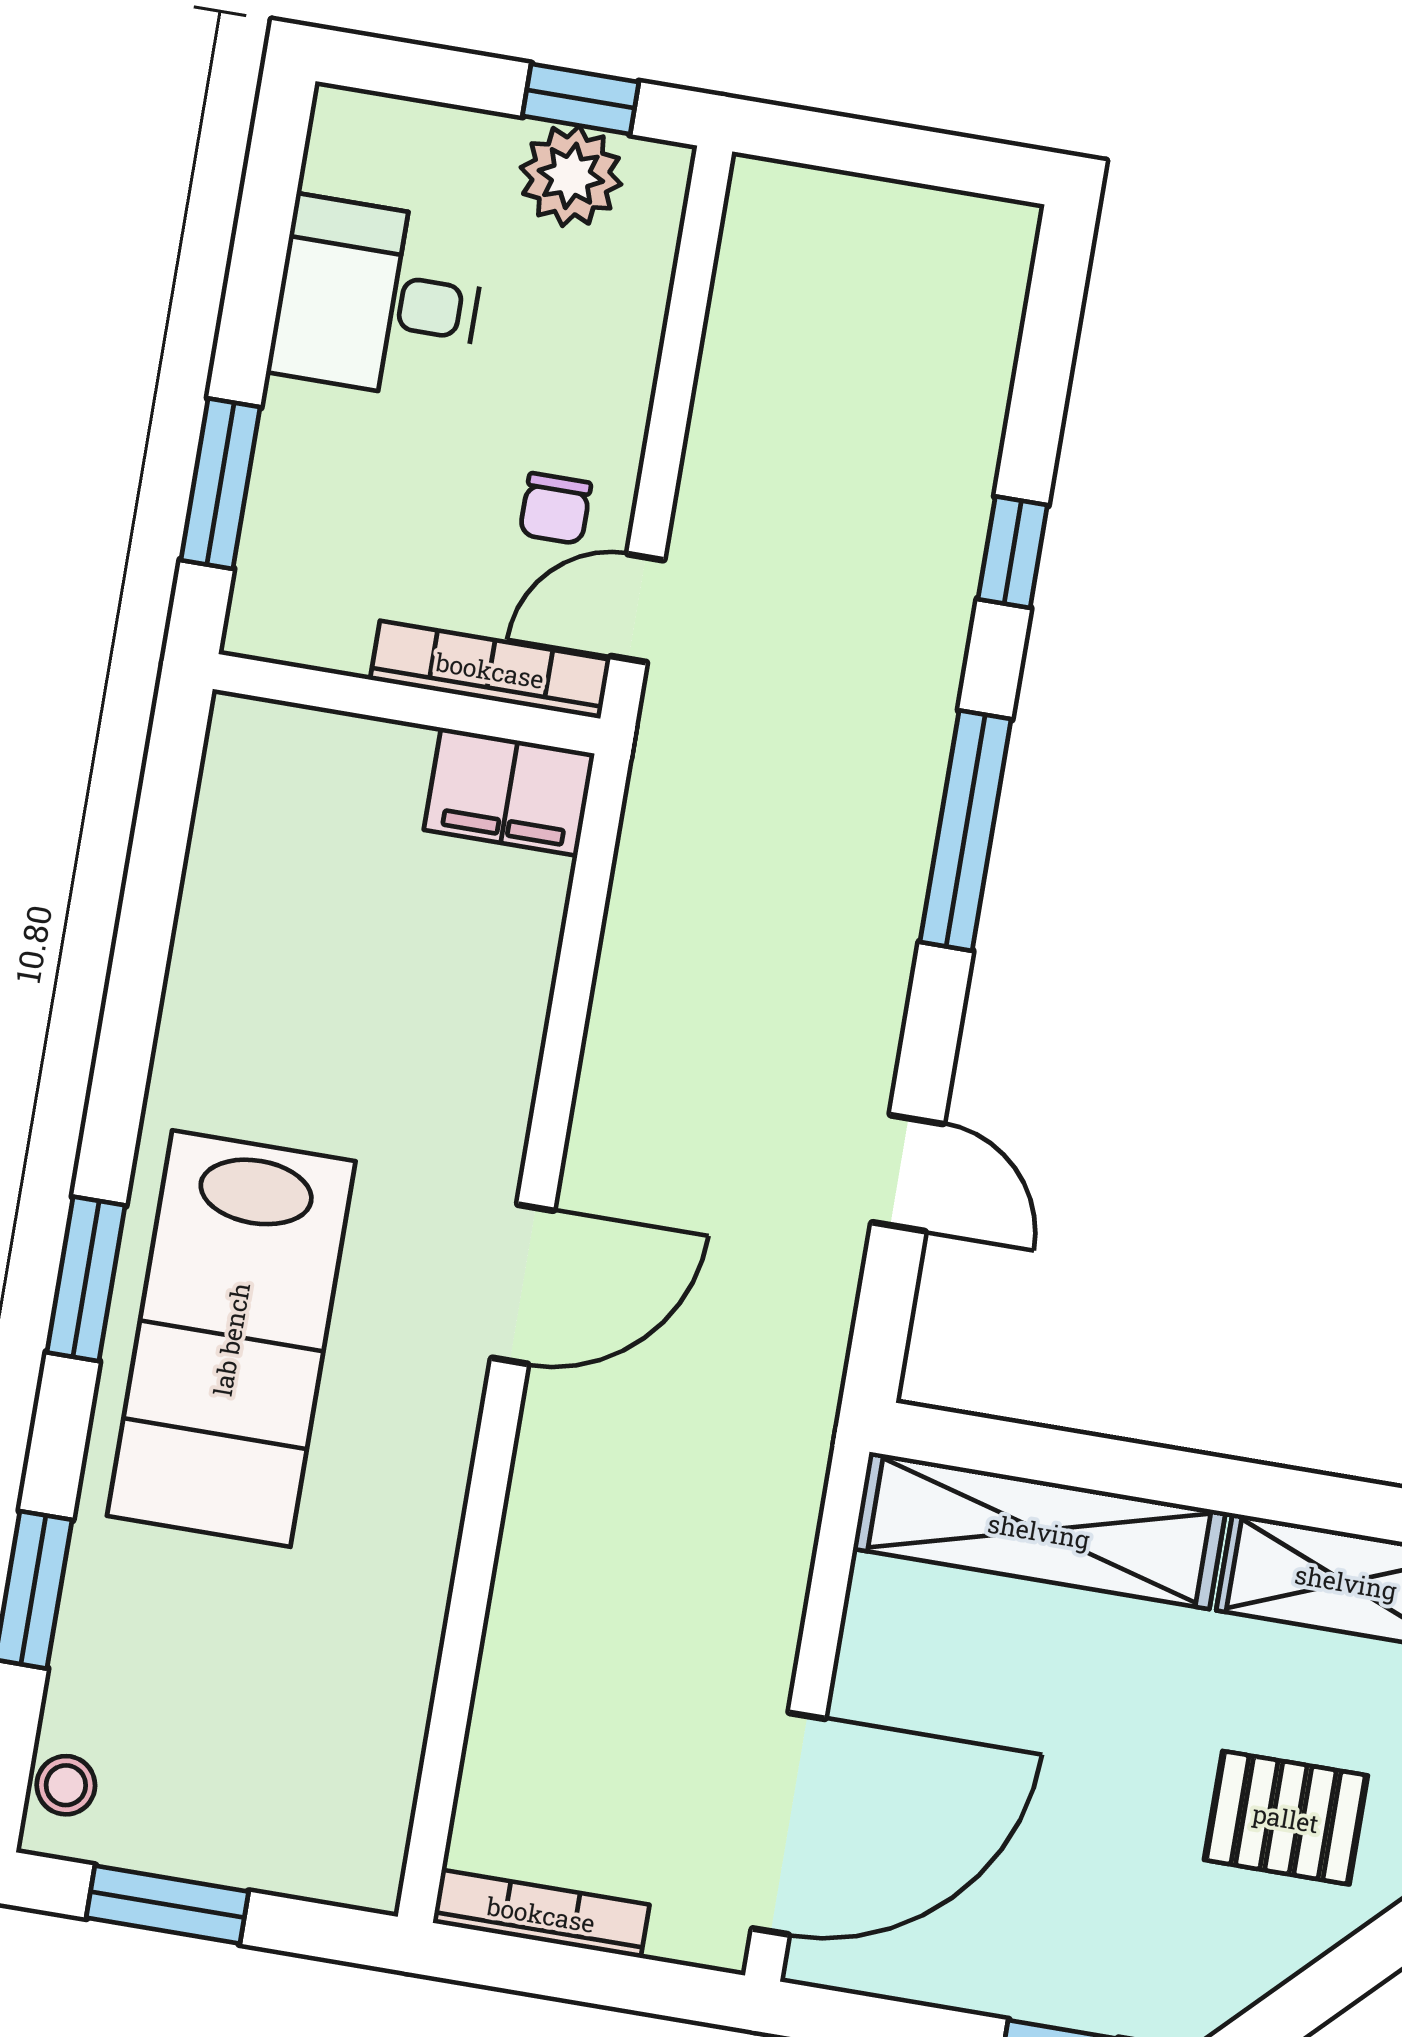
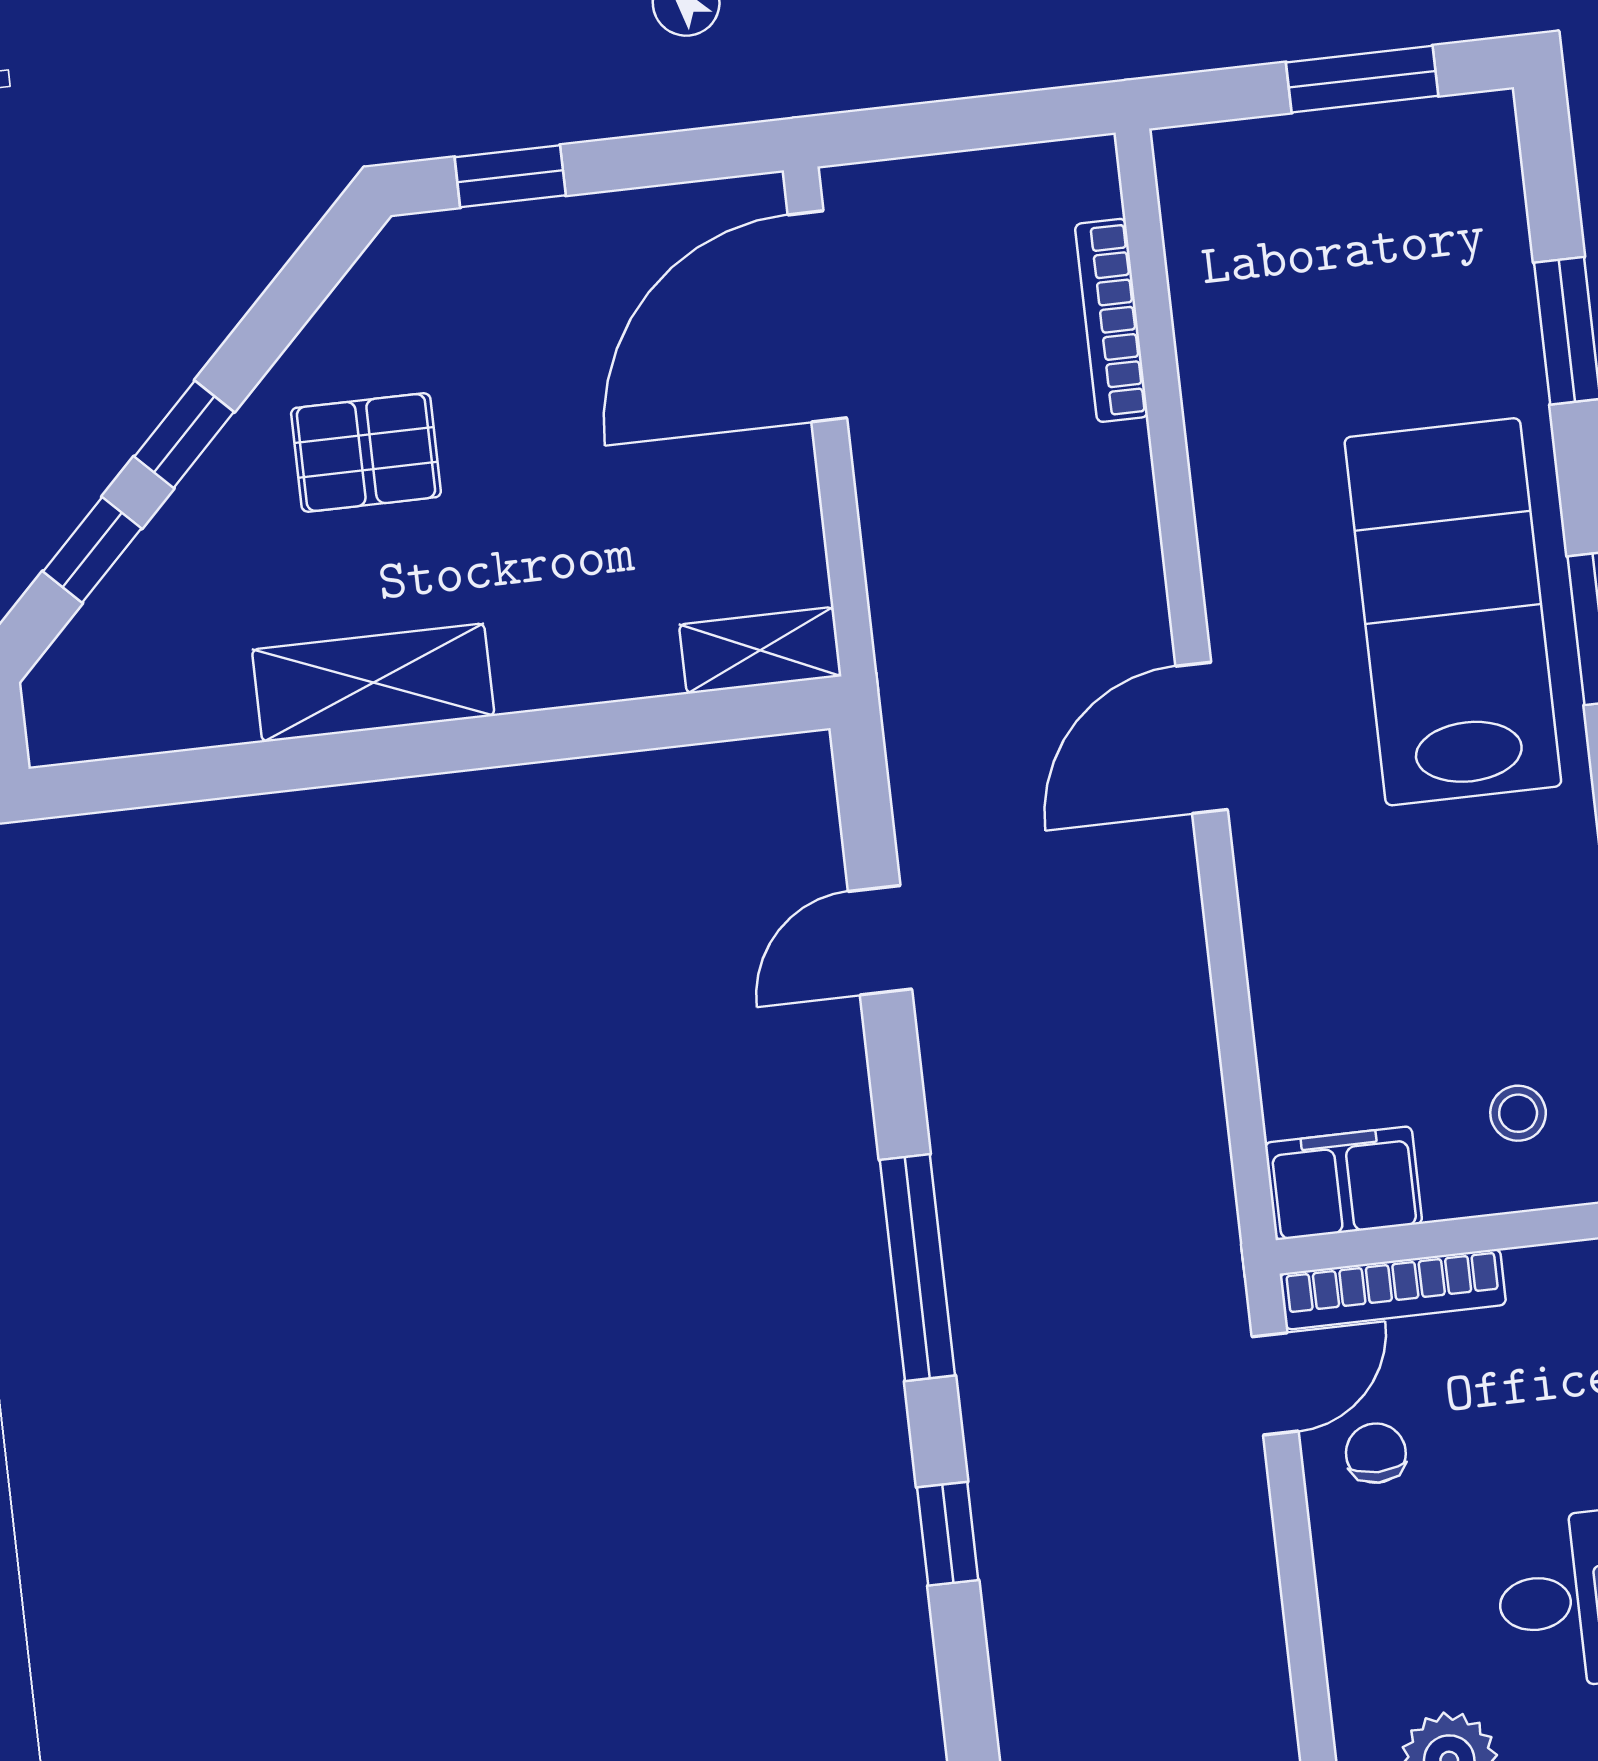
door: (908, 1173) -> (880, 940), hinge flipped
shelving: (1039, 1531) -> (760, 650), width x0.45, depth x0.75
stool: (66, 1785) -> (1518, 1113), moved
bookcase: (541, 1914) -> (1111, 320), moved, turned 90

